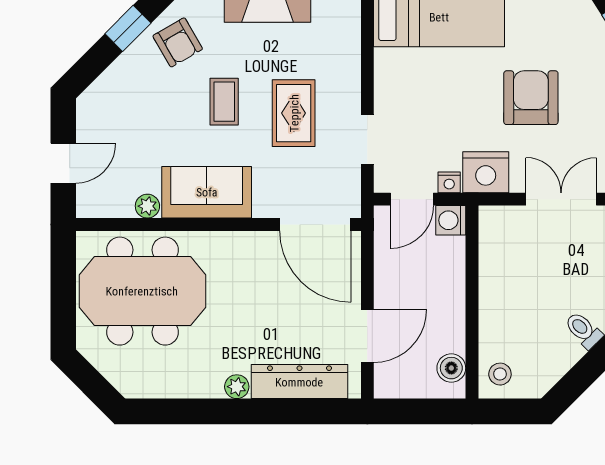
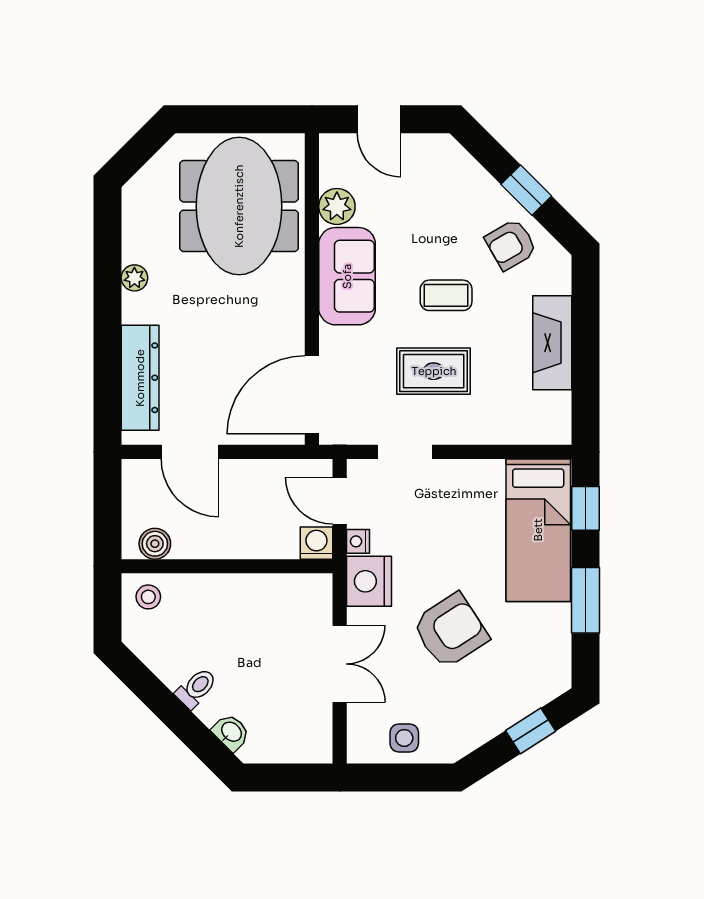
armchair: (531, 98) -> (450, 631), turned -33
plant: (147, 206) -> (337, 206), width x1.38, depth x1.38
plant: (237, 387) -> (134, 278), moved

